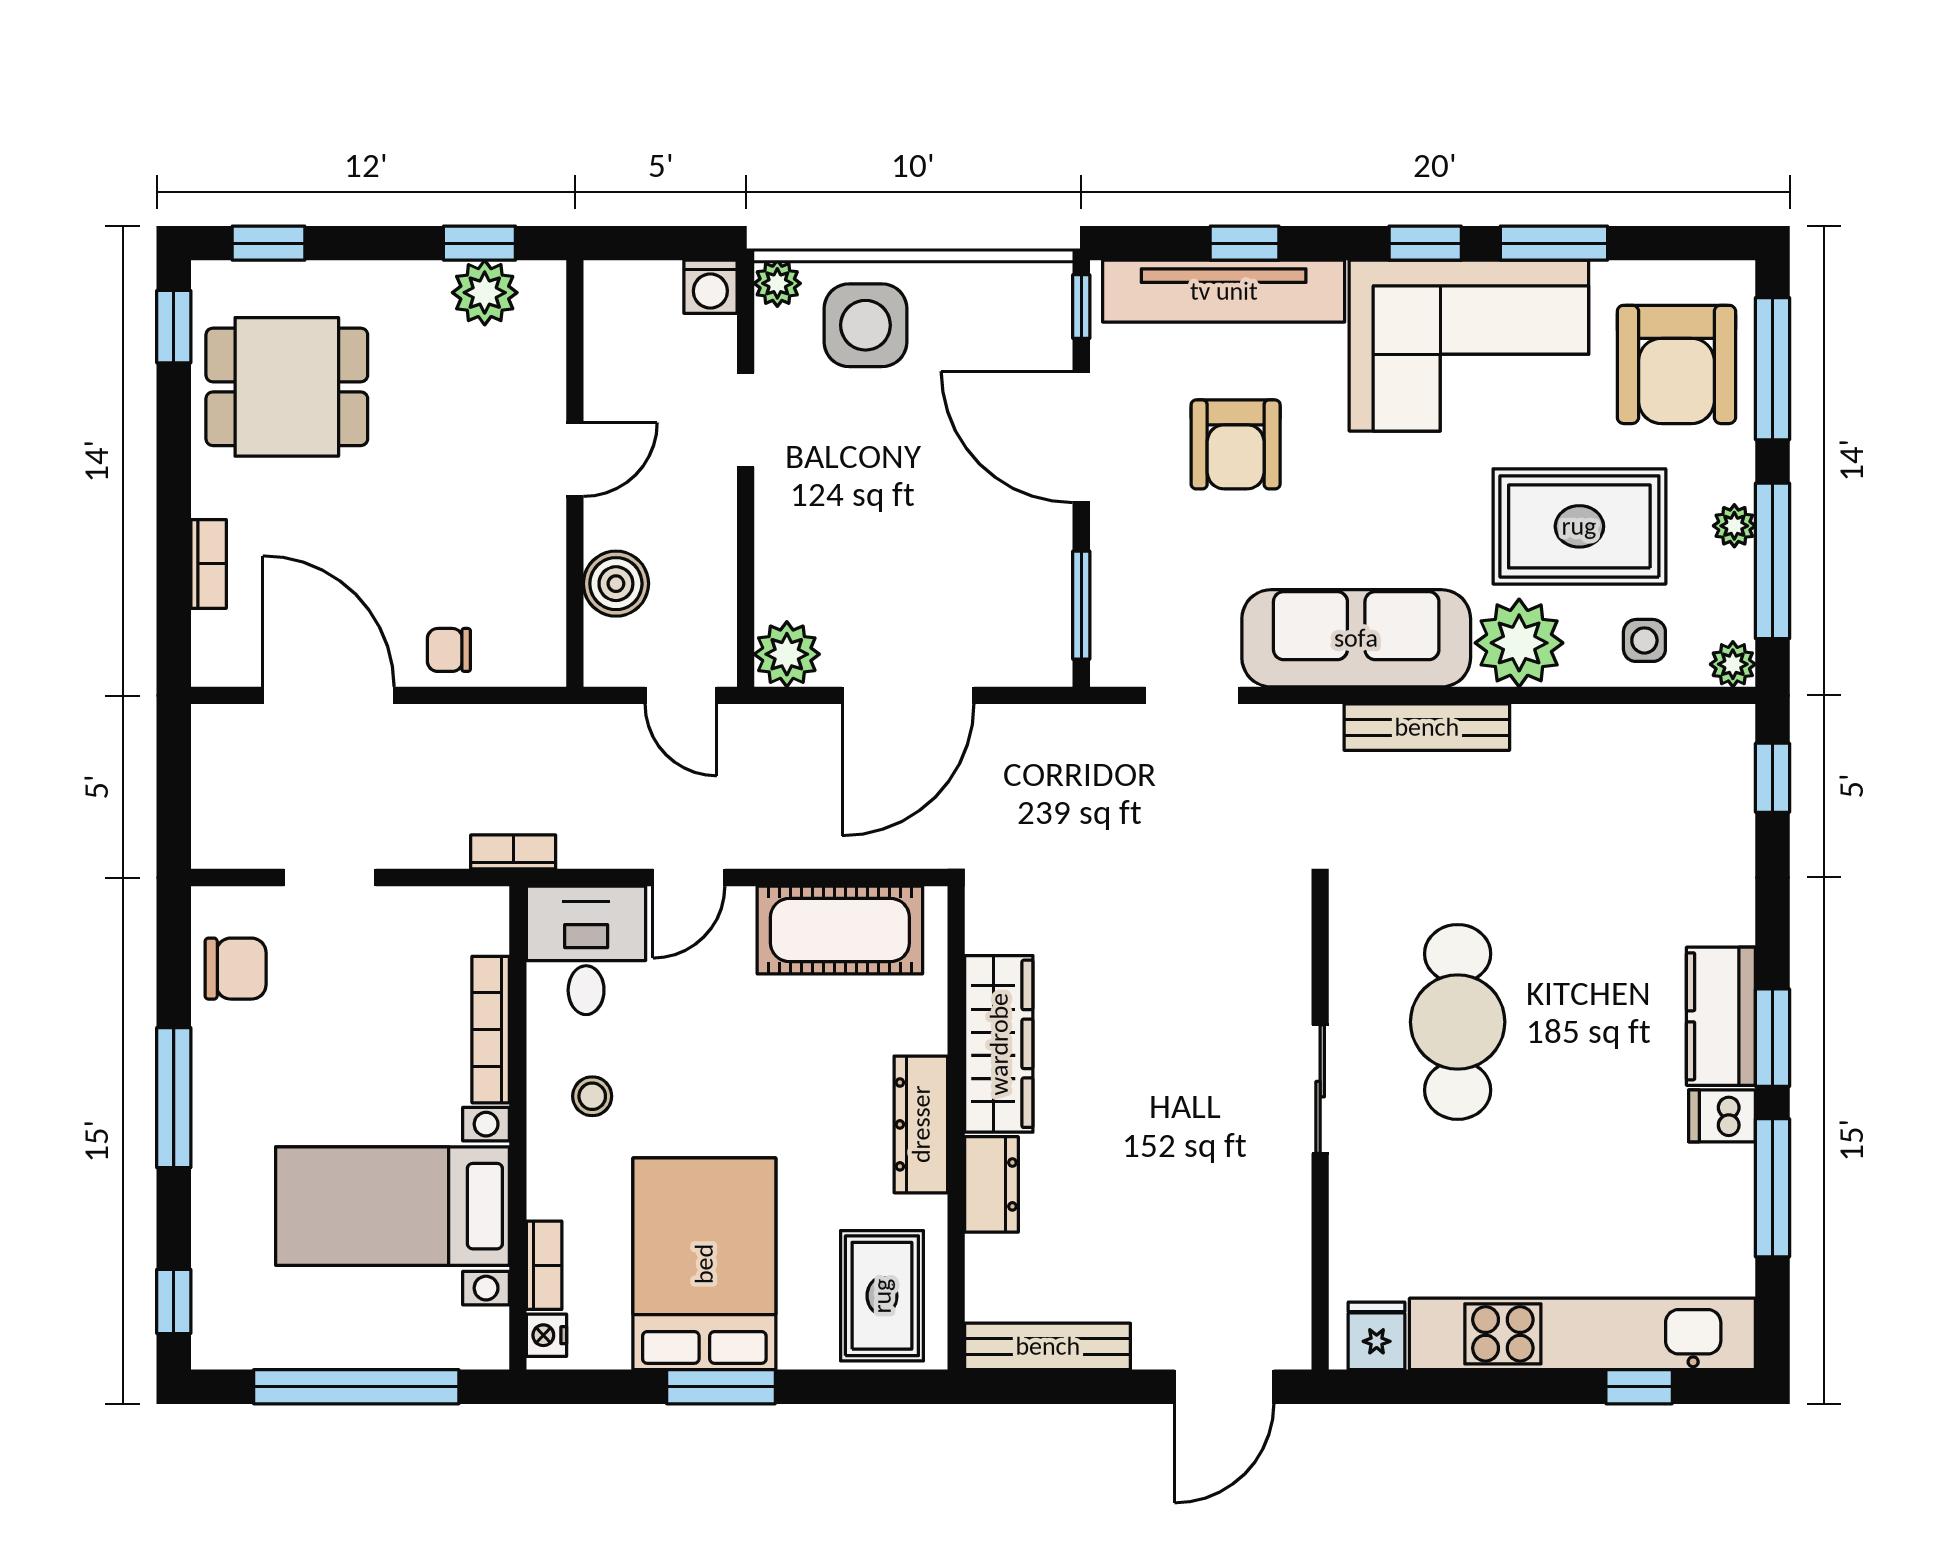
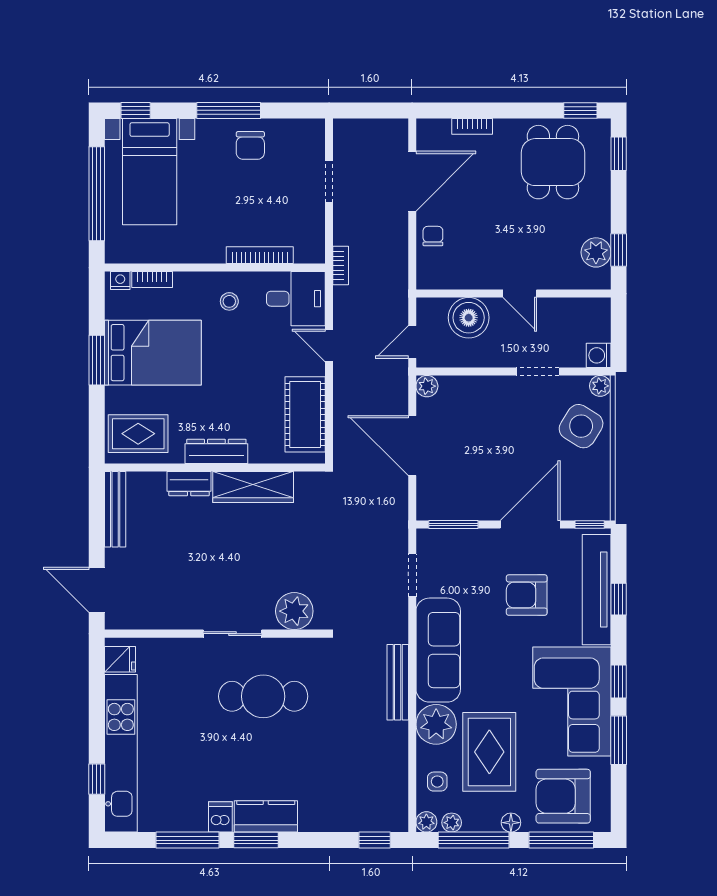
side table: (865, 325) -> (581, 426), turned 32
floor lamp: (1734, 479) -> (511, 823), added
plant: (1734, 526) -> (452, 823), moved
boiler: (616, 584) -> (469, 318), width x1.37, depth x1.37
plant: (787, 654) -> (427, 386), width x0.73, depth x0.73
plant: (1271, 954) -> (294, 611), added
chair: (236, 969) -> (250, 145), moved
bed with nightstands: (393, 1206) -> (150, 172), moved, turned 180

